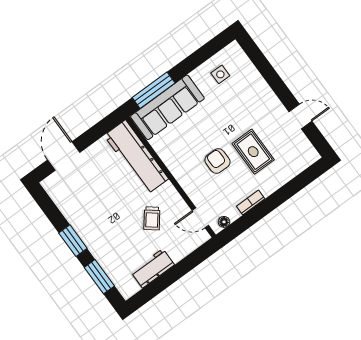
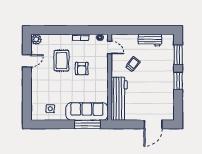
door: (300, 116) -> (27, 61), swing flipped
plant: (309, 155) -> (36, 39), added

